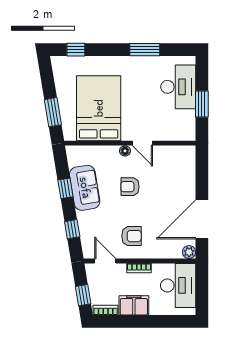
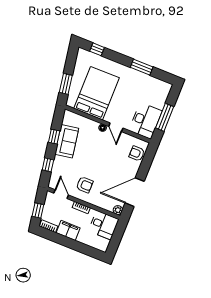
desk: (178, 87) -> (145, 121), moved
window: (202, 104) -> (165, 117), width x1.44
armchair: (130, 187) -> (137, 153), moved
desk: (178, 285) -> (104, 225), width x0.73

